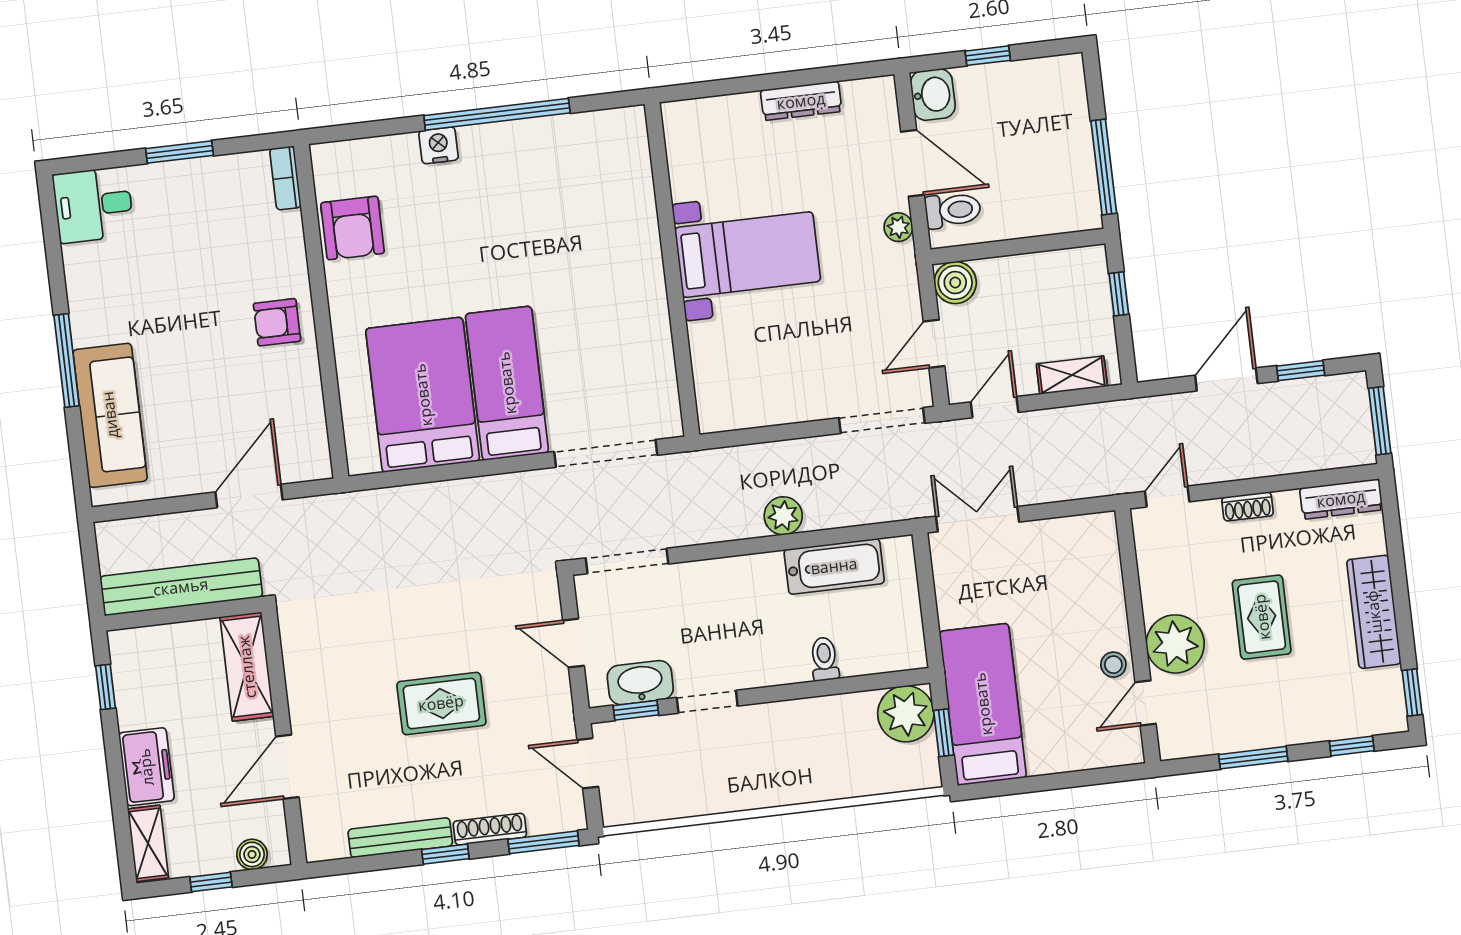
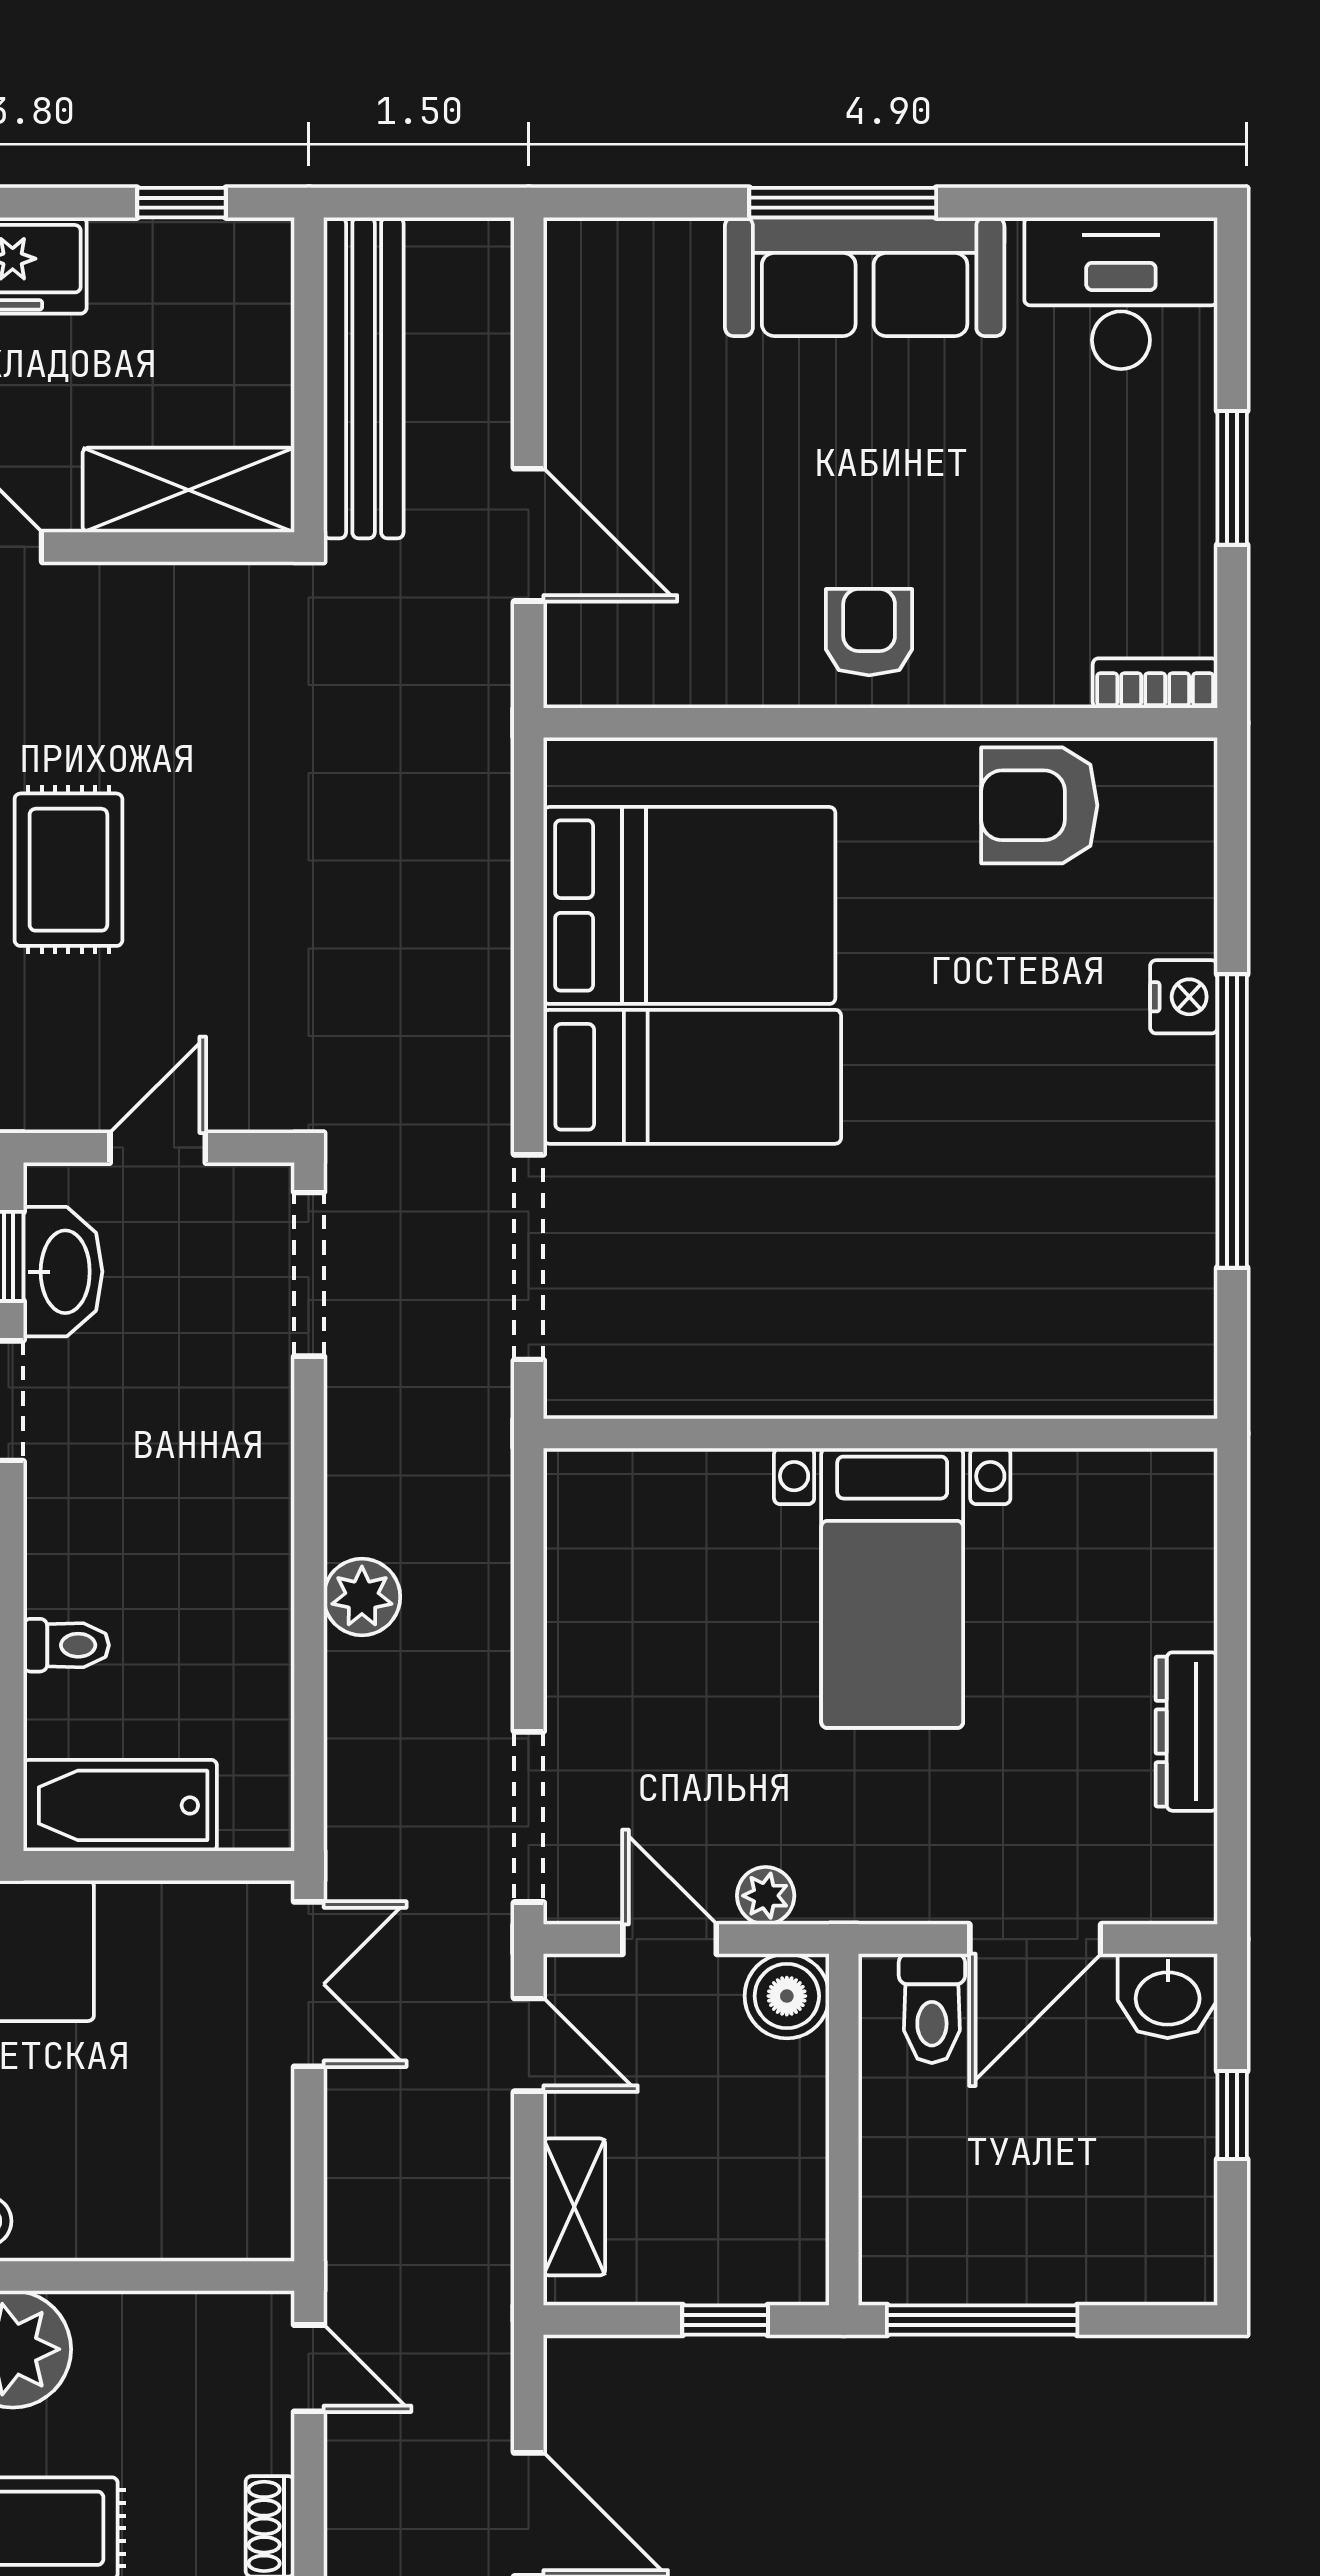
desk: (93, 205) -> (1121, 293), width x1.37
plant: (898, 227) -> (766, 1896), moved
sofa: (110, 415) -> (865, 277), moved
bathtub: (834, 566) -> (120, 1805), moved, turned 90

